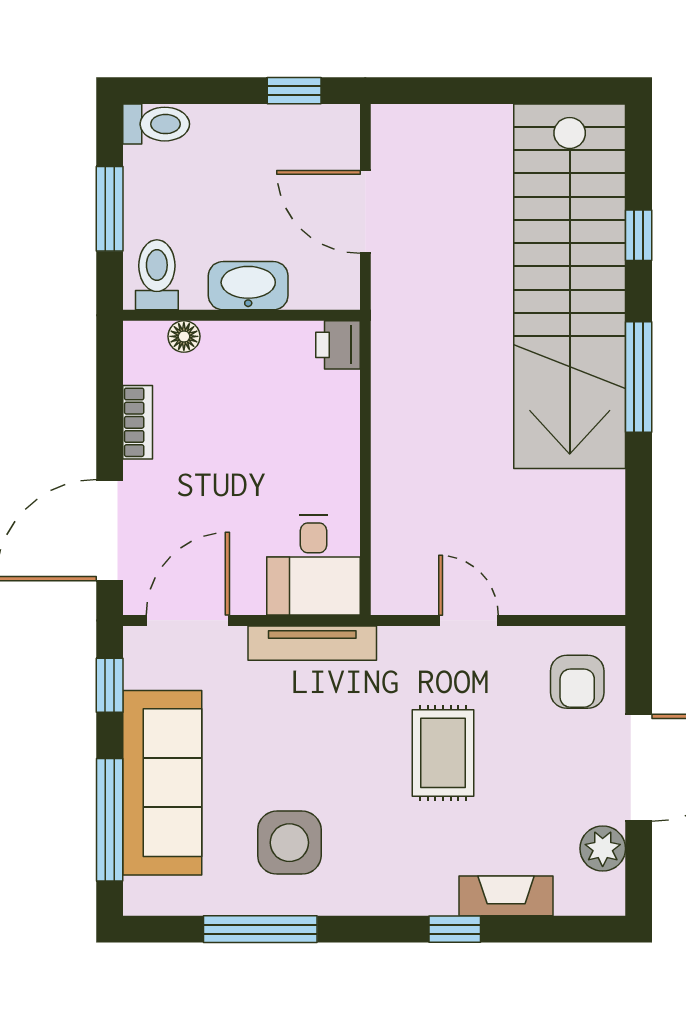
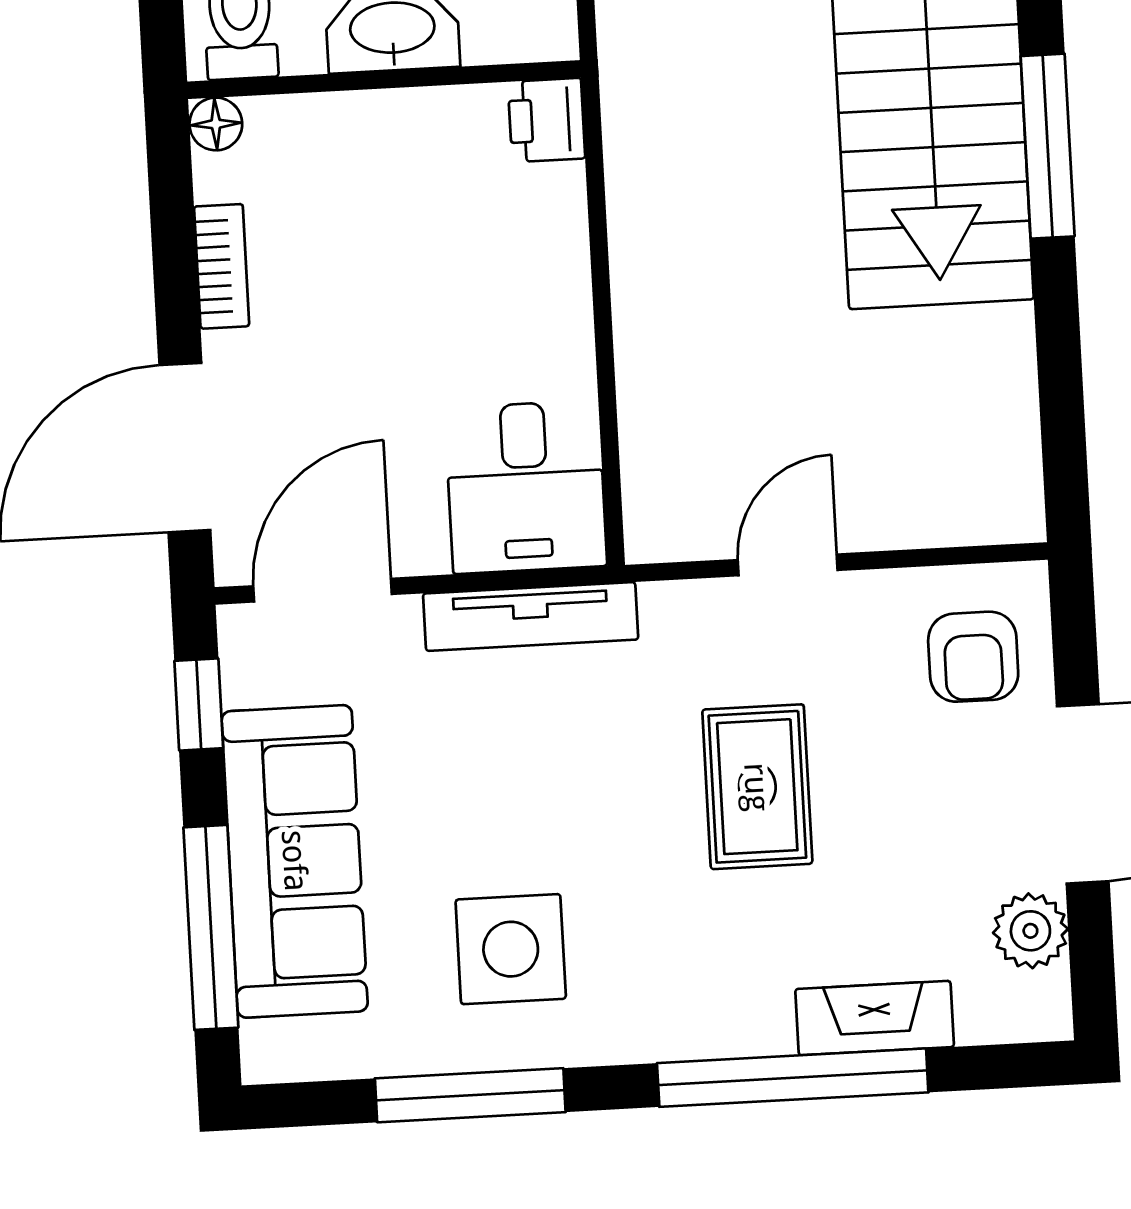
floor lamp: (184, 336) -> (216, 124), moved
door: (469, 620) -> (788, 565), hinge flipped
window: (455, 929) -> (793, 1078), width x3.17

